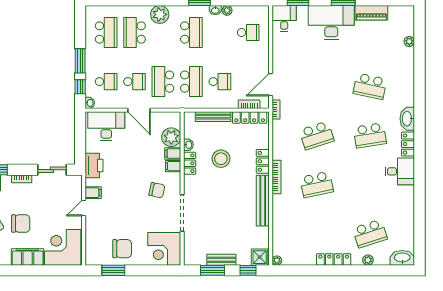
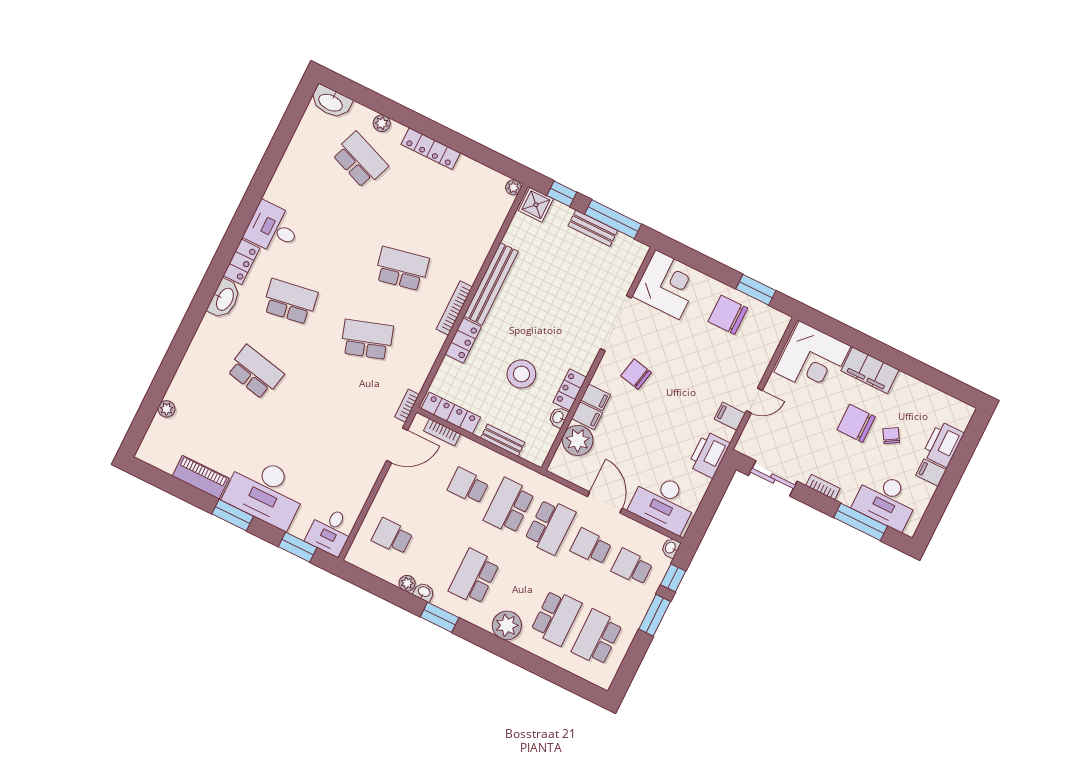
bench: (213, 117) -> (503, 440), width x0.73
school desk: (370, 234) -> (360, 160), turned 39
window: (213, 270) -> (613, 219), width x1.44

